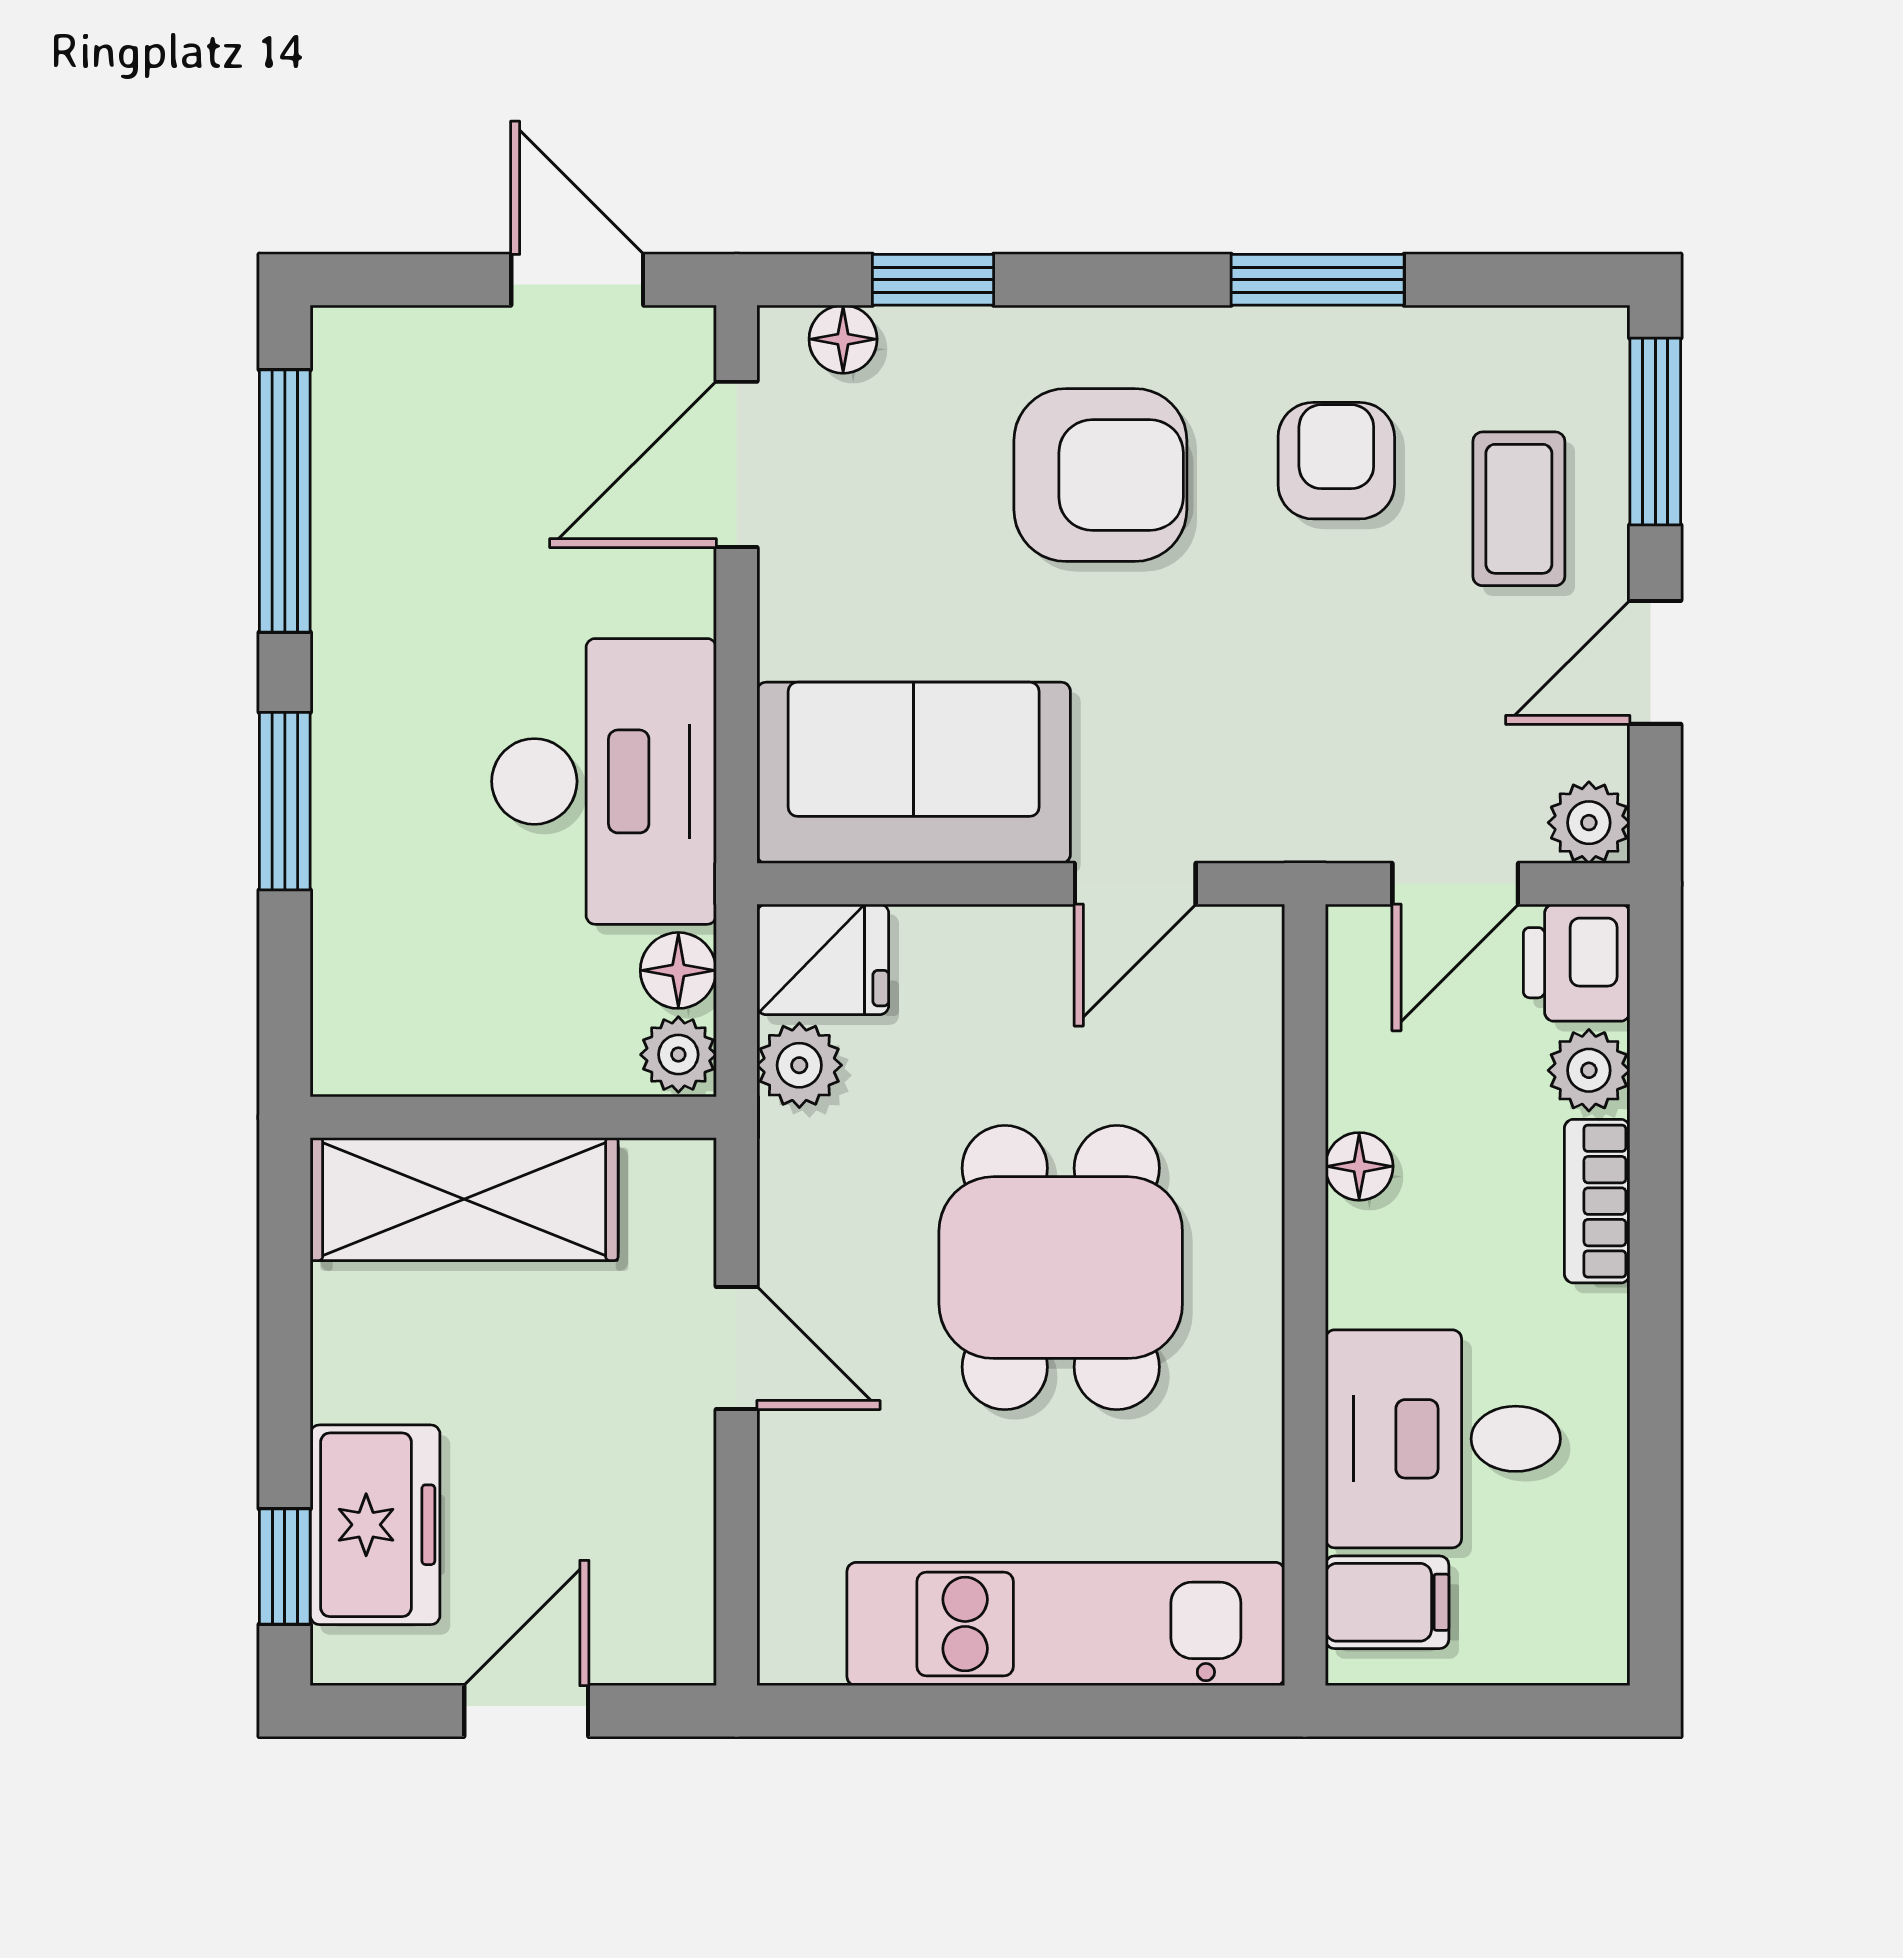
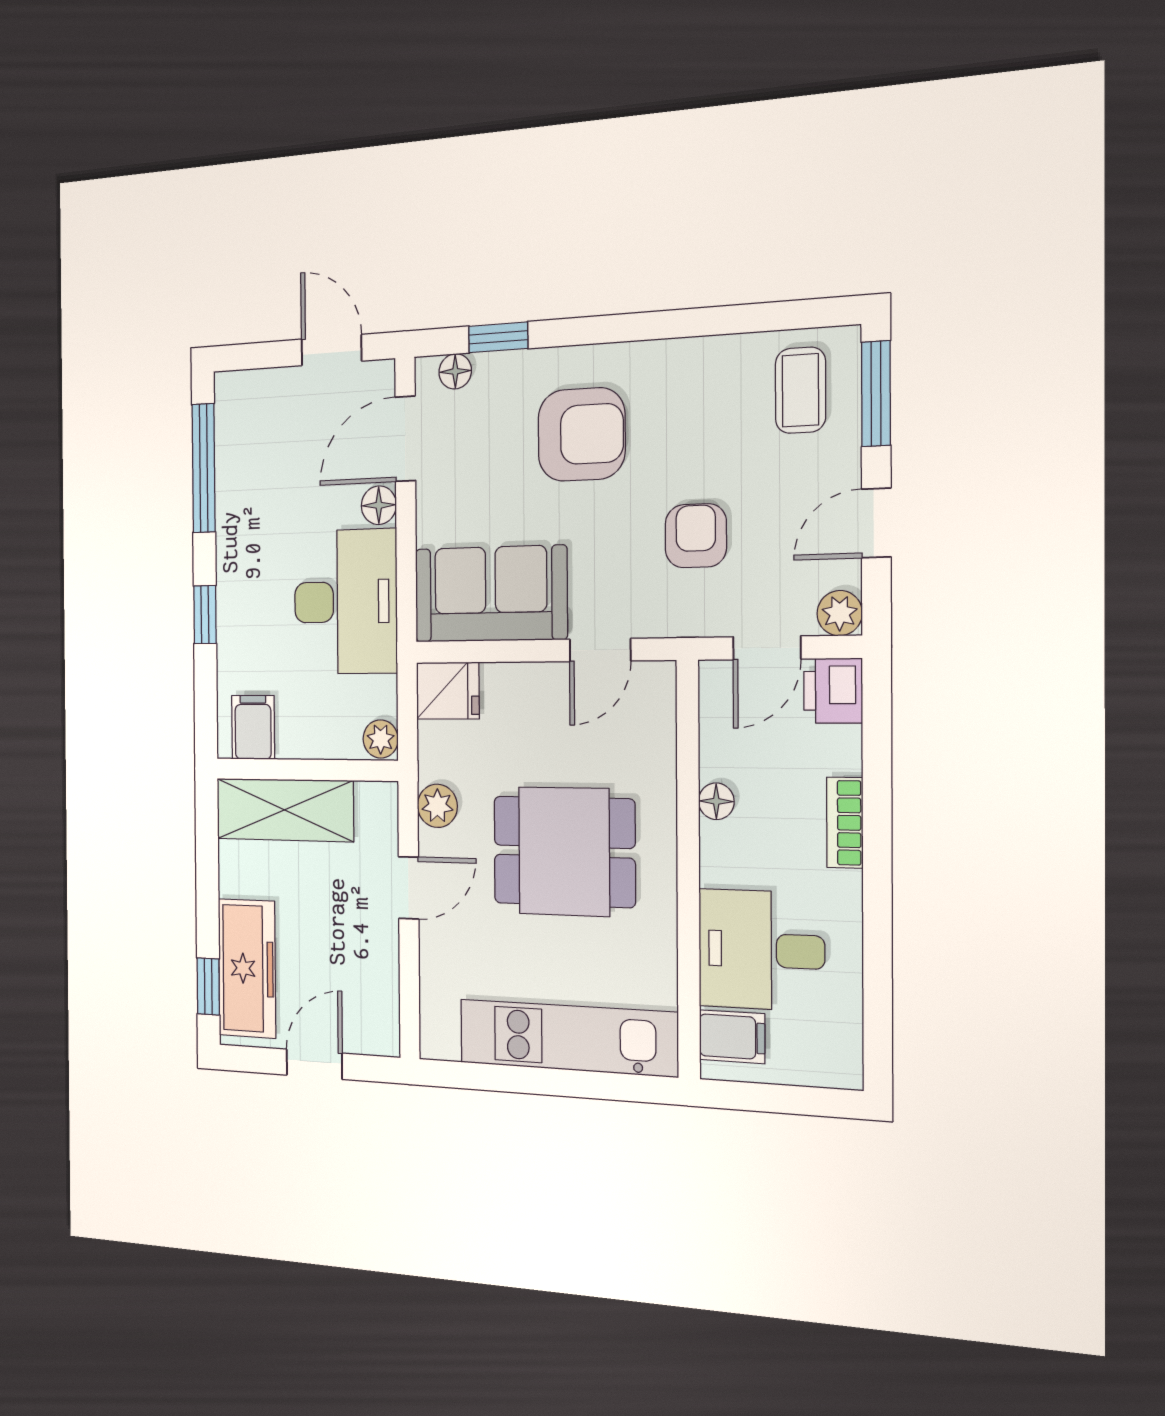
window: (1318, 280) -> (692, 323), removed
armchair: (1336, 461) -> (696, 536), moved
coffee table: (1519, 509) -> (800, 390), moved
window: (285, 801) -> (205, 615), width x0.67
floor lamp: (678, 970) -> (379, 505), moved
filing cabinet: (394, 1032) -> (253, 727), added
plant: (799, 1065) -> (437, 806), moved
plant: (1589, 1070) -> (840, 750), removed
dining table: (1061, 1268) -> (564, 851), turned 90
door: (737, 1348) -> (409, 888), hinge flipped
freezer: (375, 1525) -> (247, 968), width x1.40

